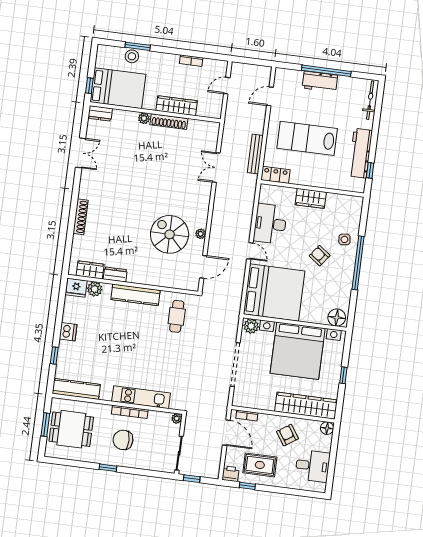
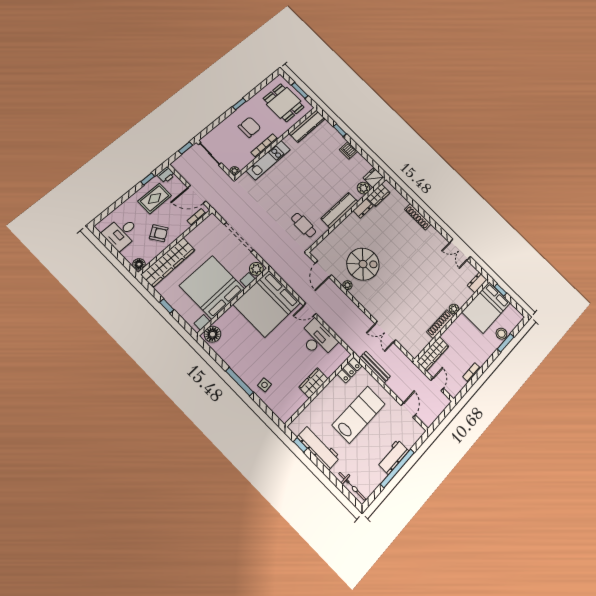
wardrobe: (177, 106) -> (433, 354), moved
double door: (216, 168) -> (385, 332), swing flipped
armchair: (320, 256) -> (267, 357), removed
window: (358, 263) -> (239, 382), width x0.68
dining table: (71, 429) -> (284, 103), turned 90

